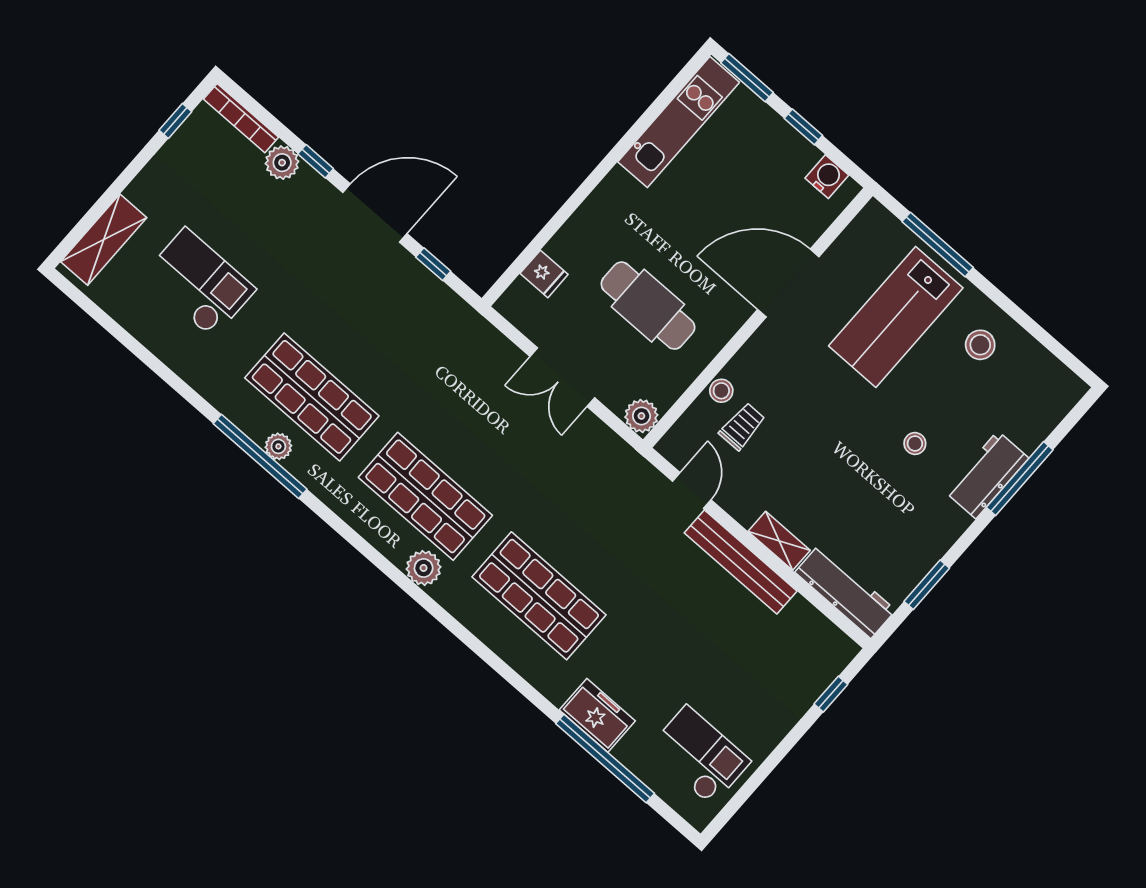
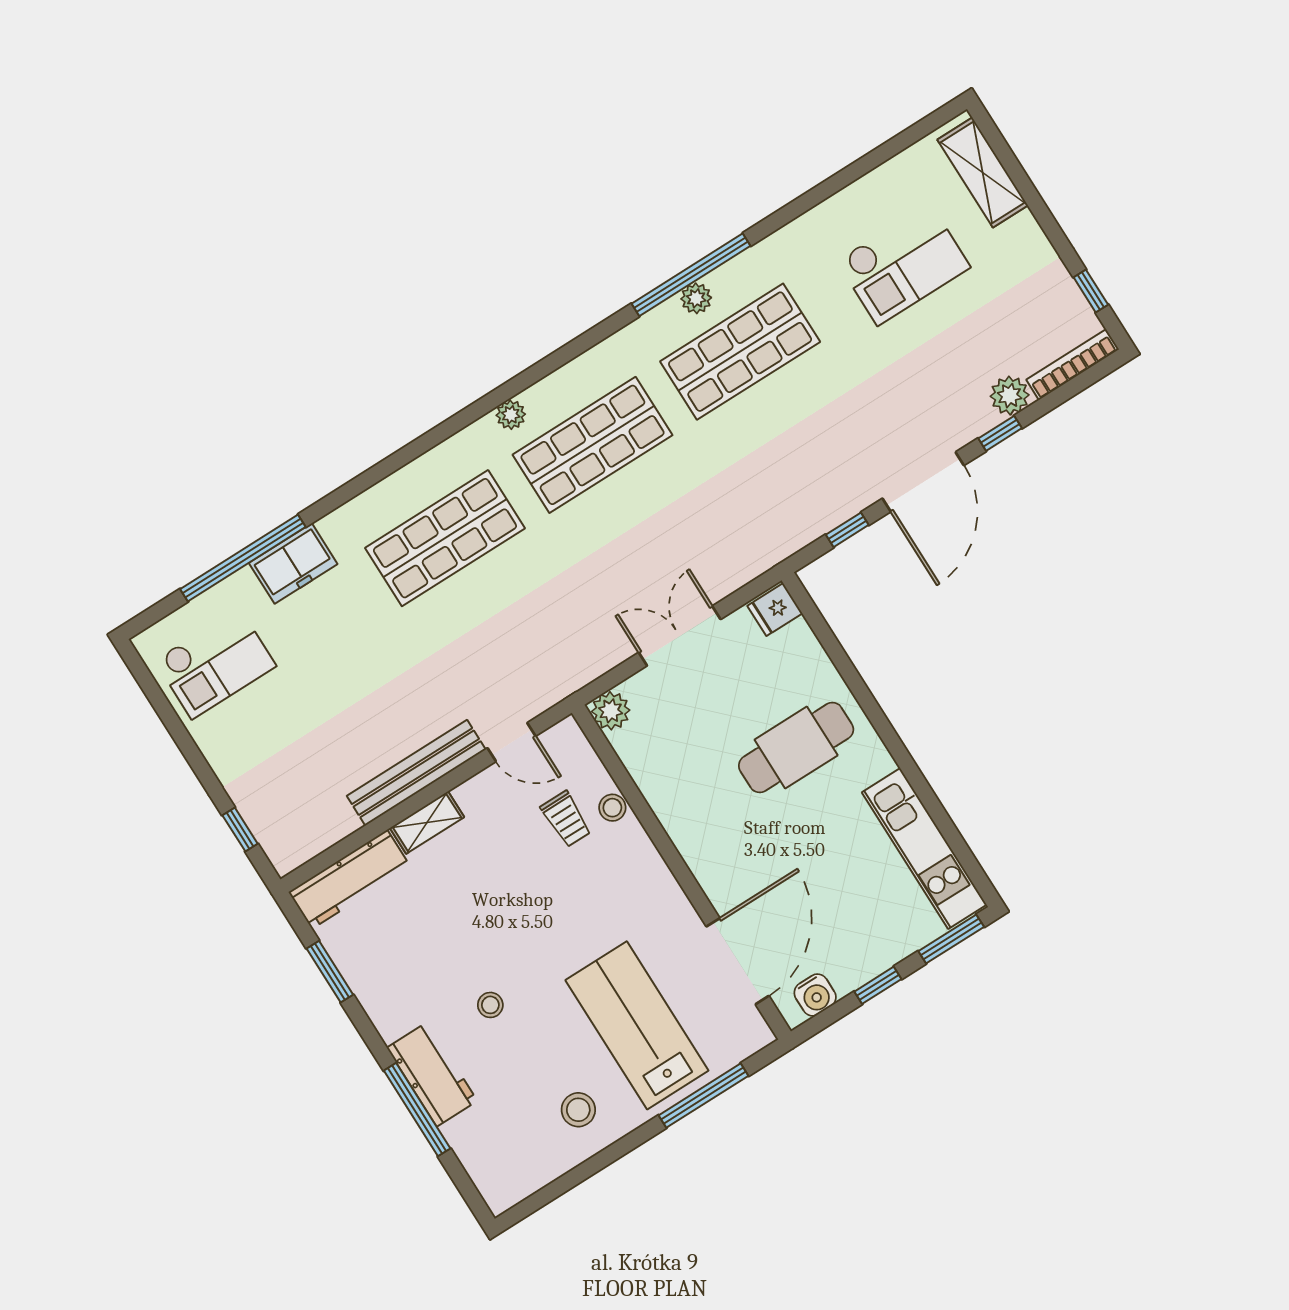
fridge: (544, 274) -> (775, 610), moved
door: (788, 283) -> (738, 961), moved
cafe table: (648, 306) -> (796, 747), moved
plant: (424, 568) -> (511, 415), width x0.73, depth x0.73

